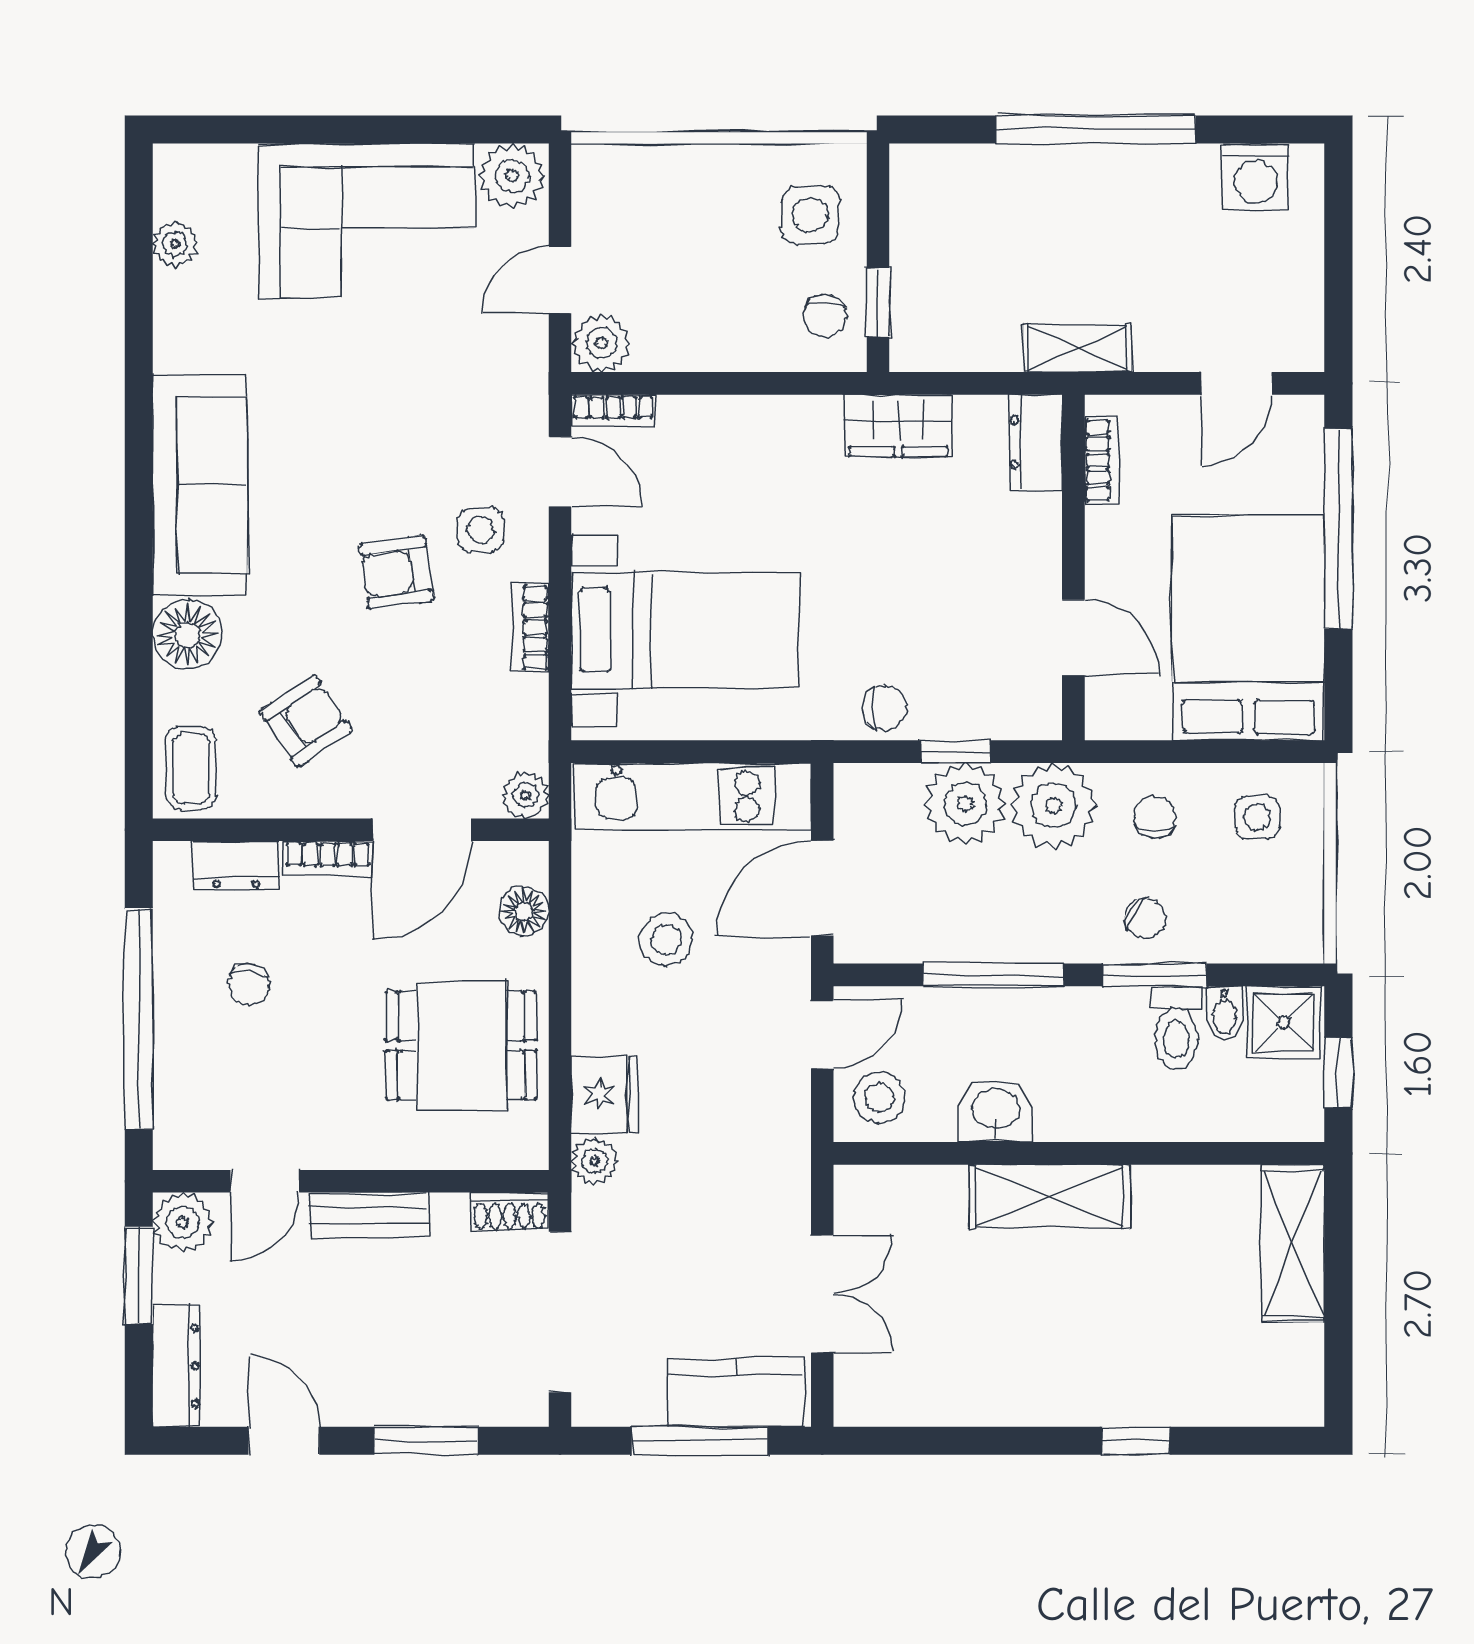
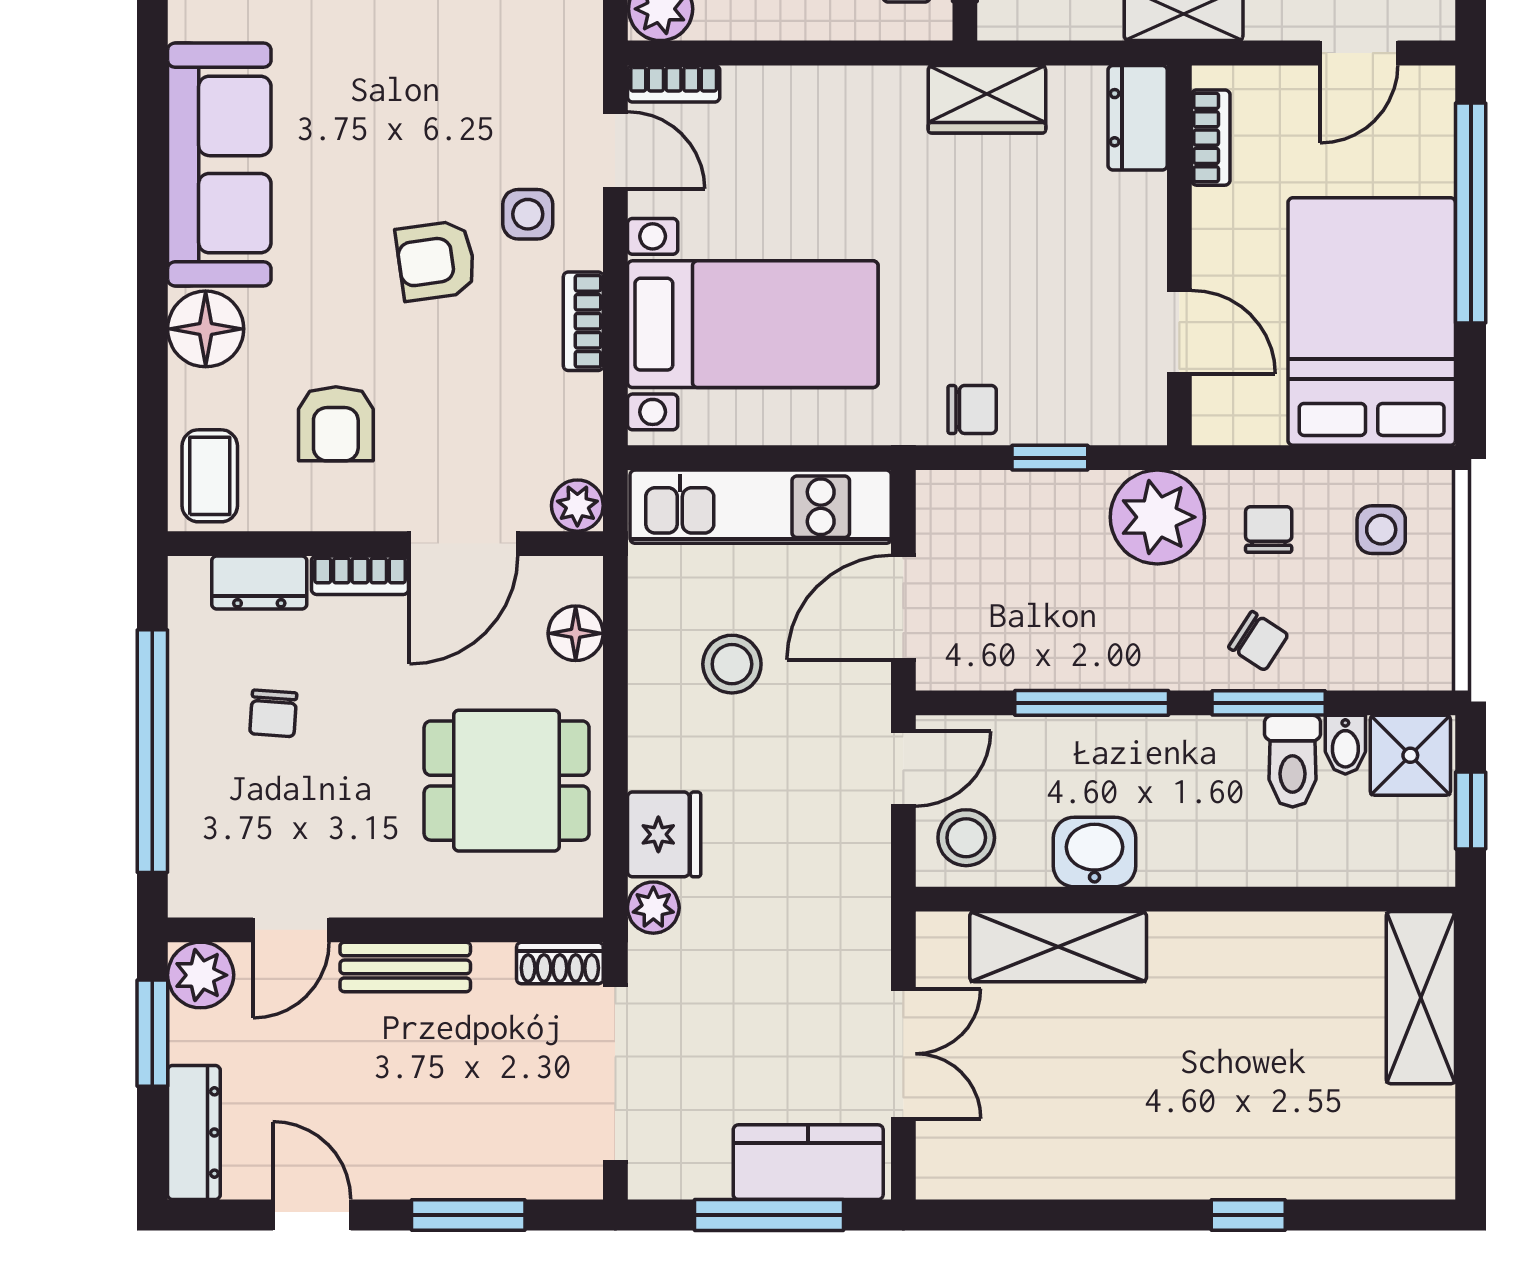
armchair: (306, 721) -> (336, 424), turned 124
plant: (965, 804) -> (1060, 515), removed
shelving: (1049, 1197) -> (1058, 947), moved

